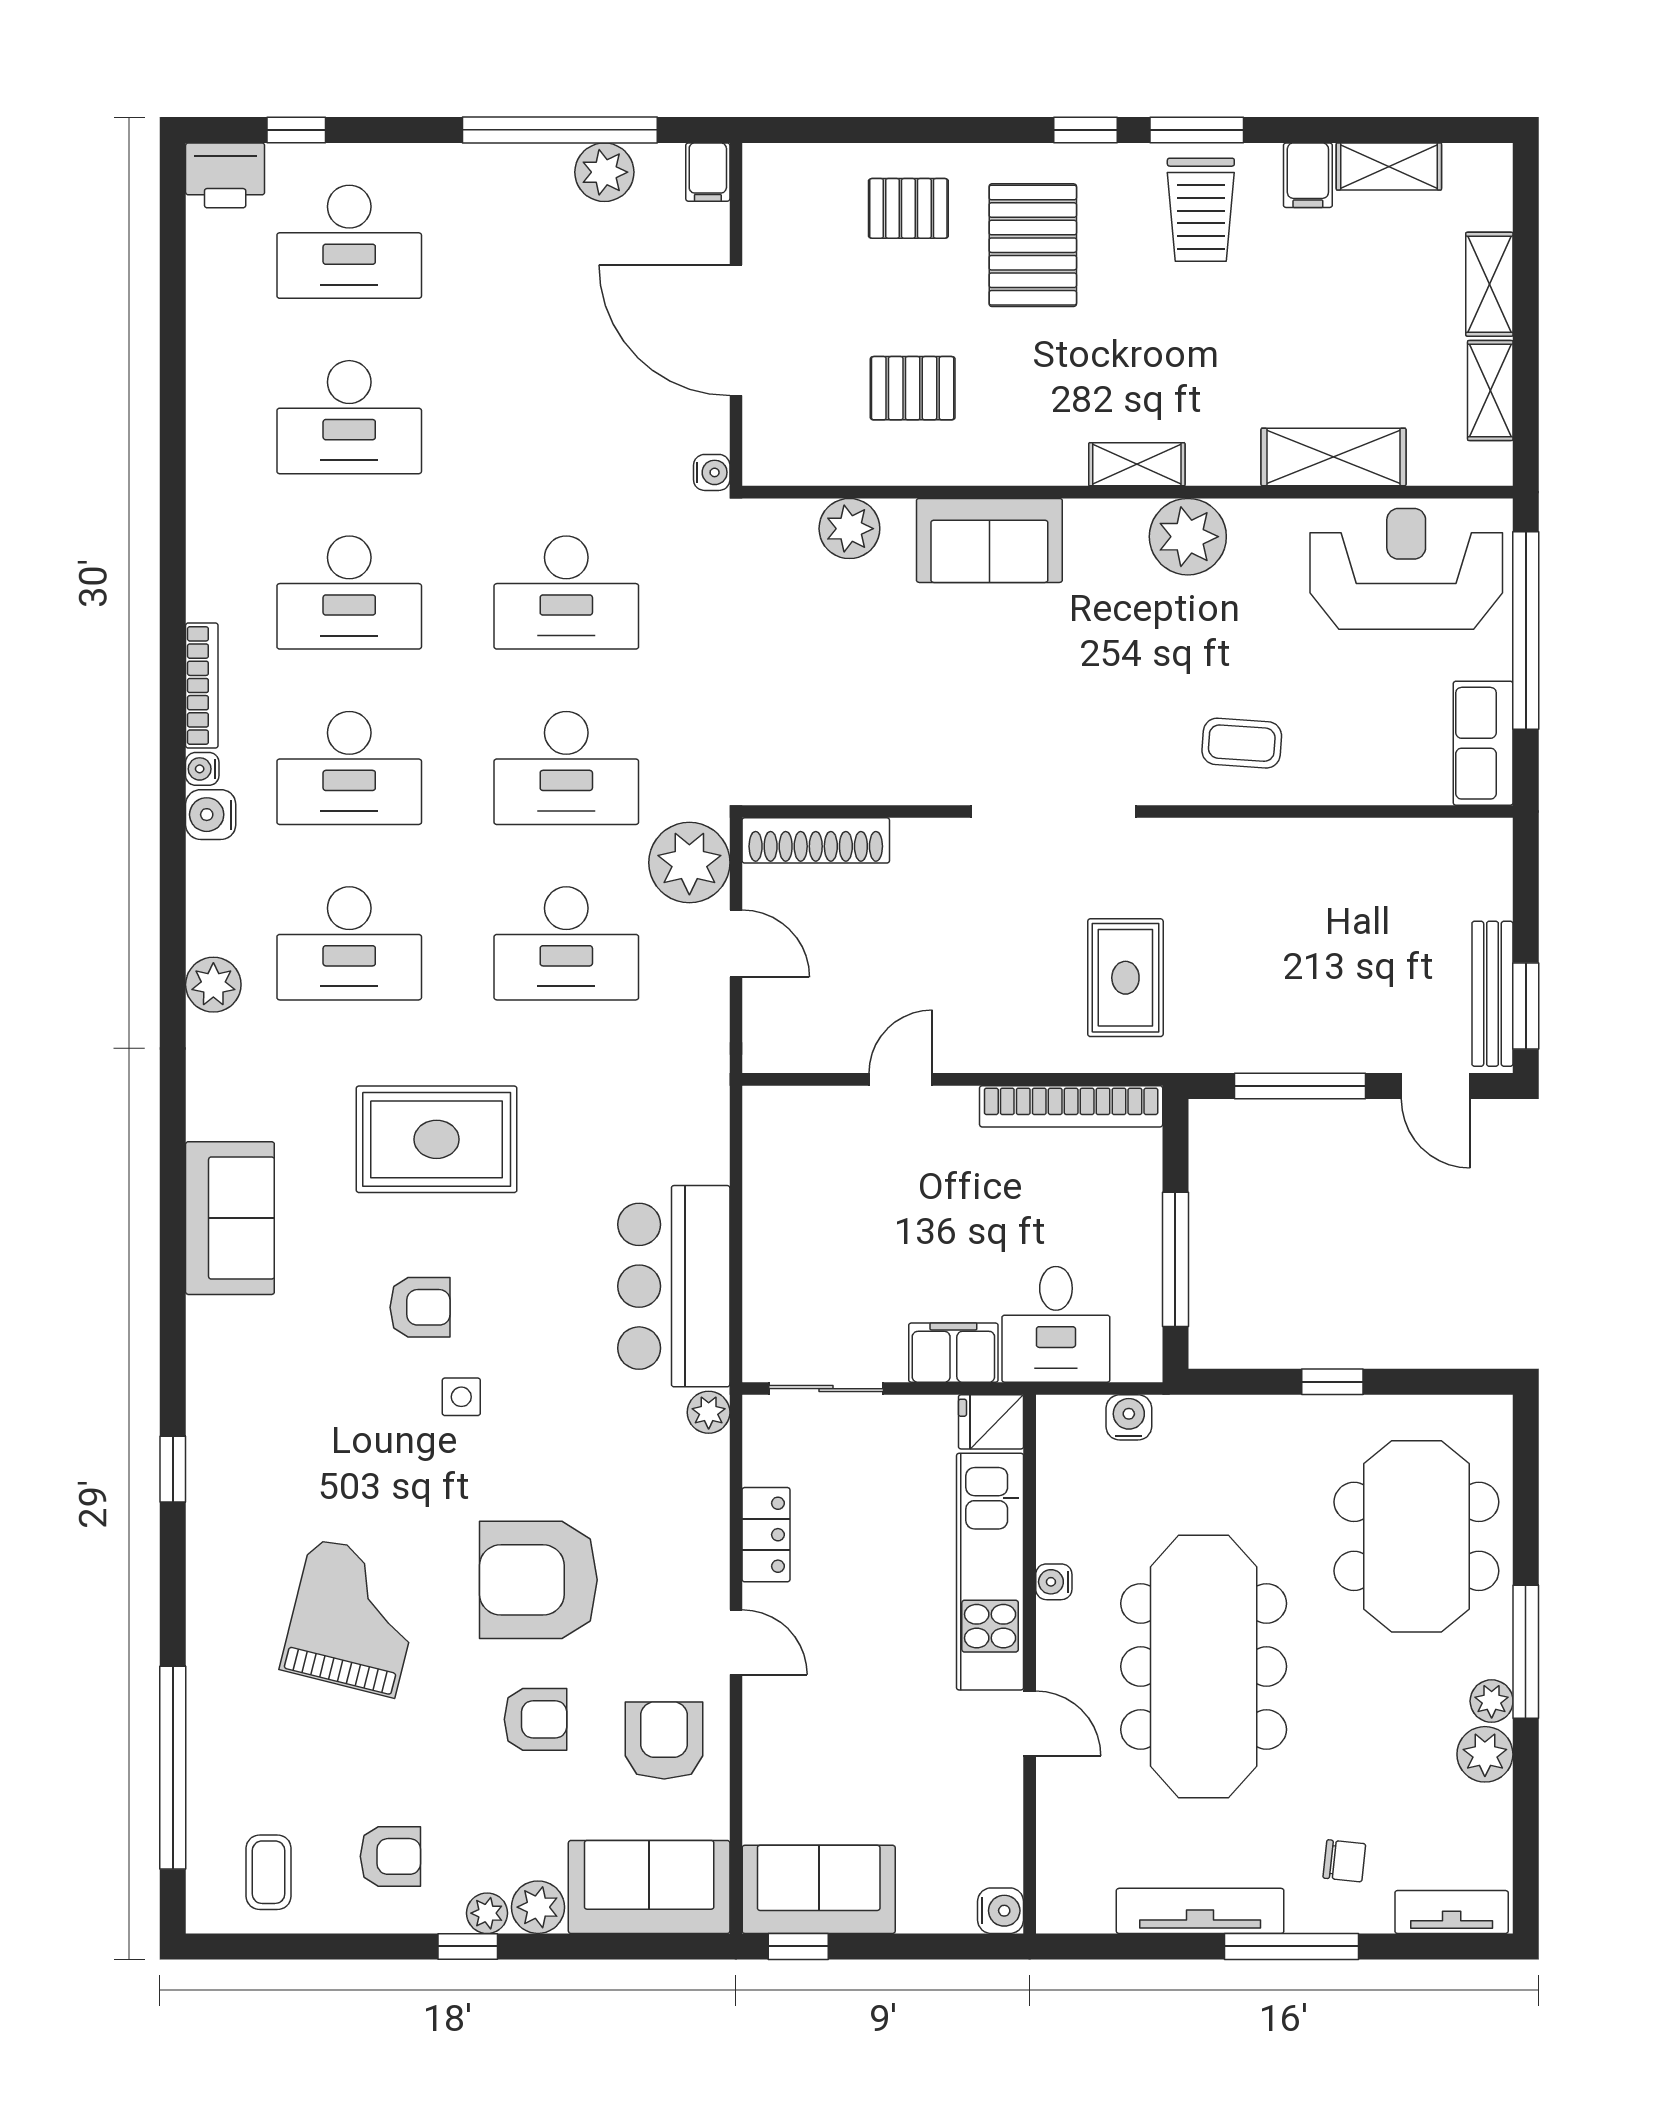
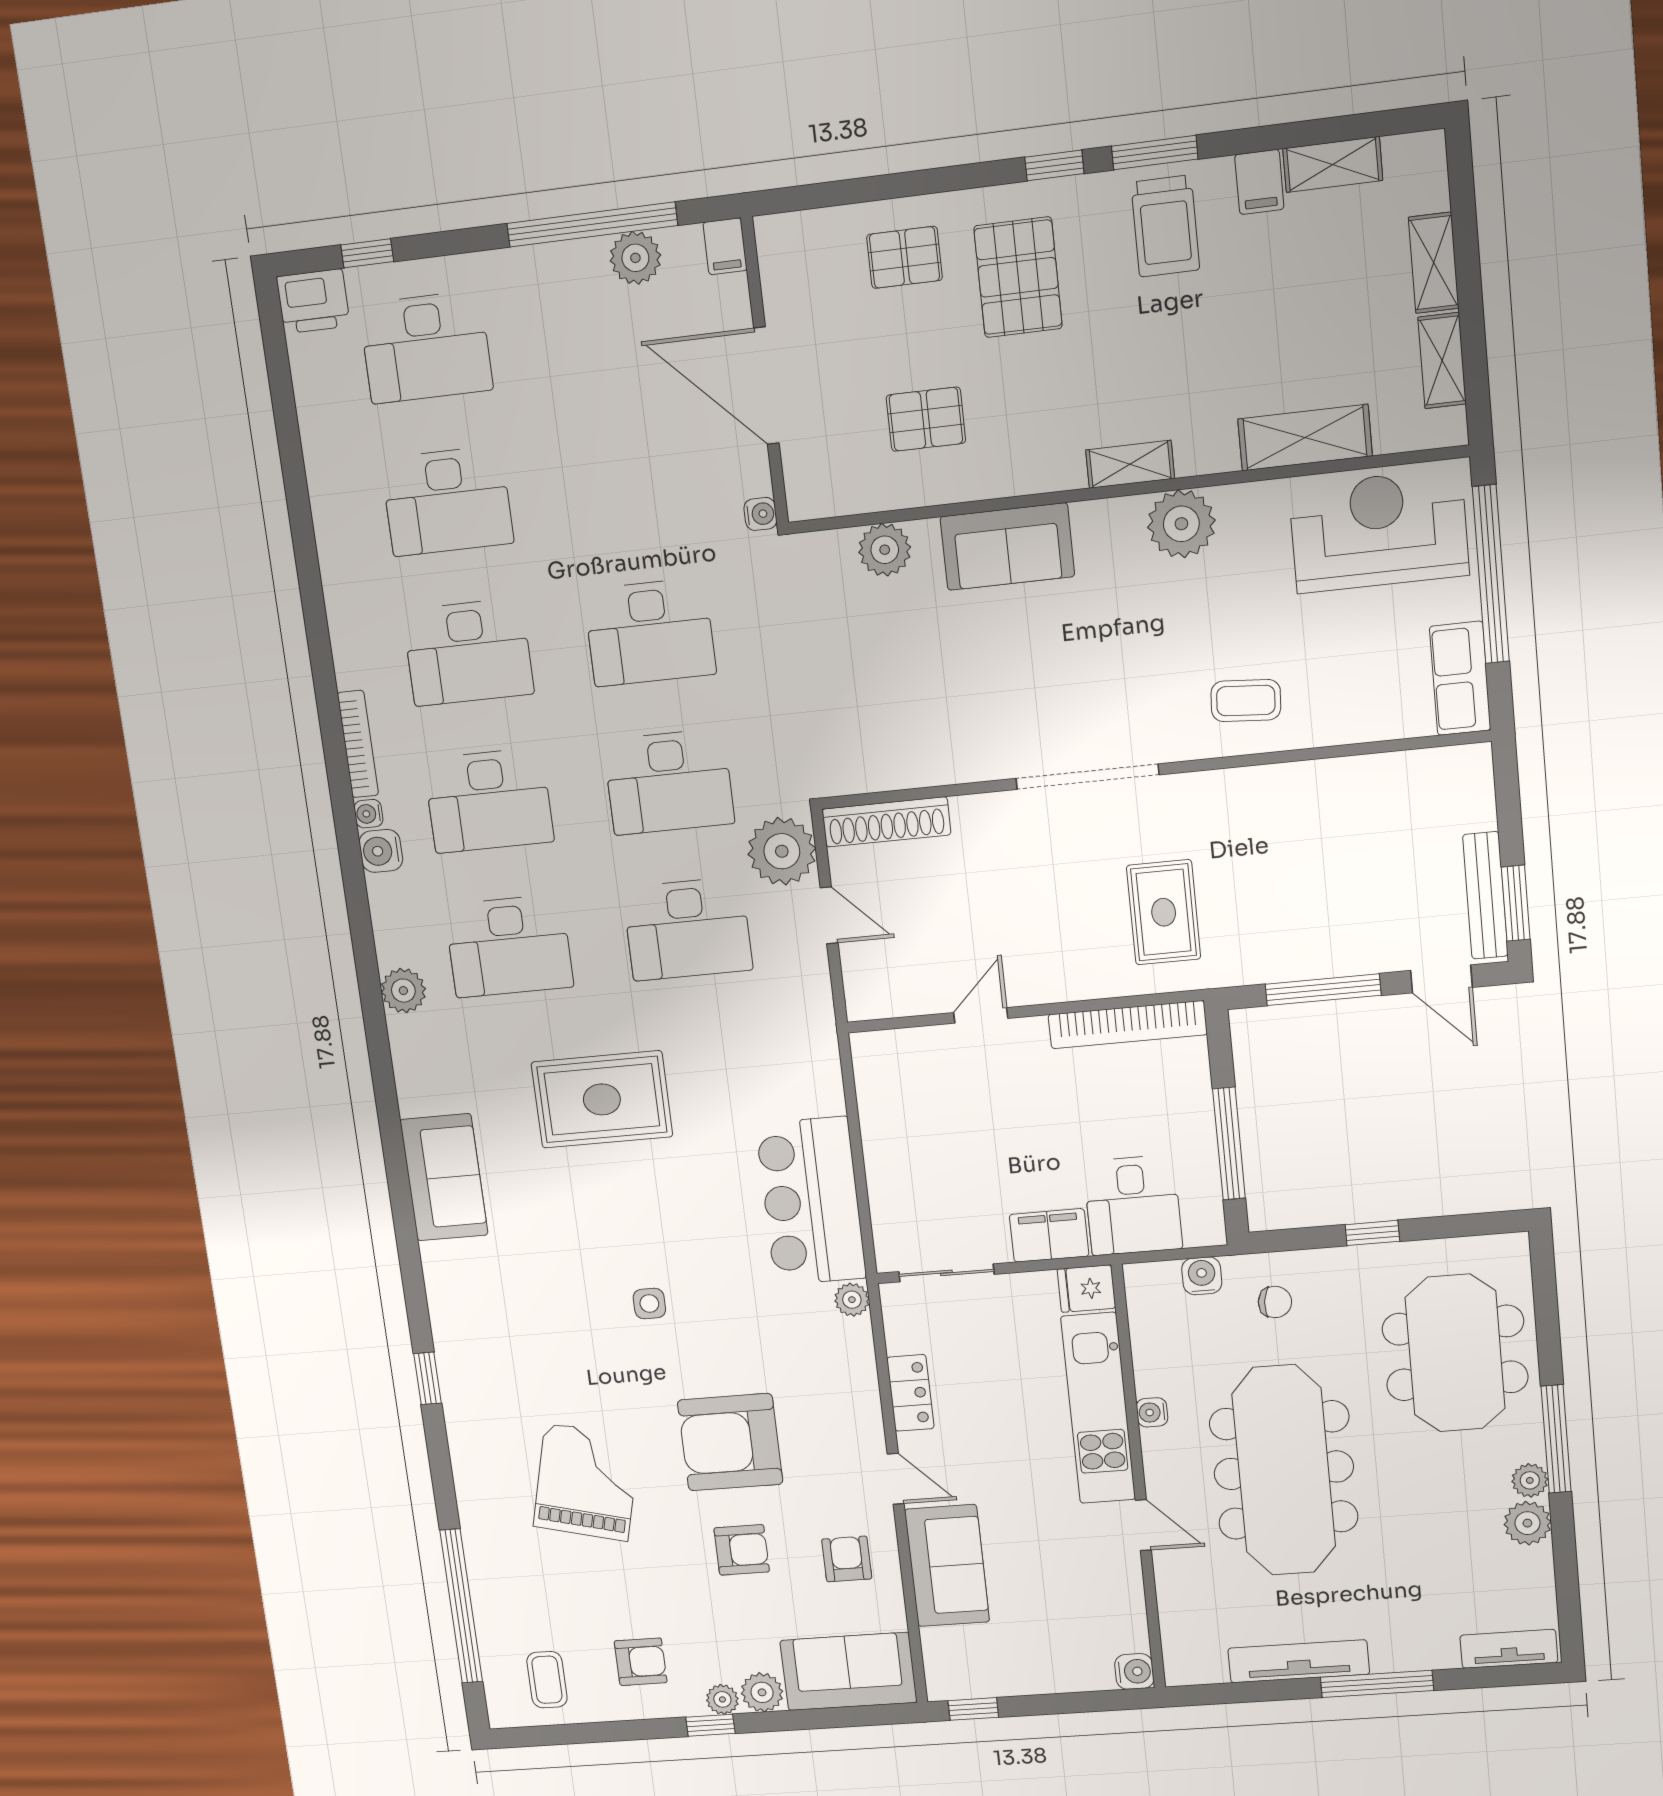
armchair: (420, 1307) -> (607, 1235), removed
armchair: (664, 1740) -> (847, 1559), width x0.72, depth x0.72
chair: (1344, 1861) -> (1275, 1302), moved
sofa: (819, 1889) -> (947, 1566), moved, turned 90

